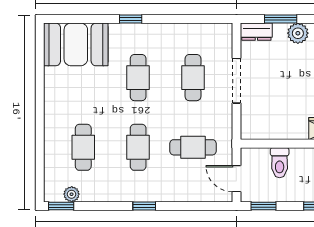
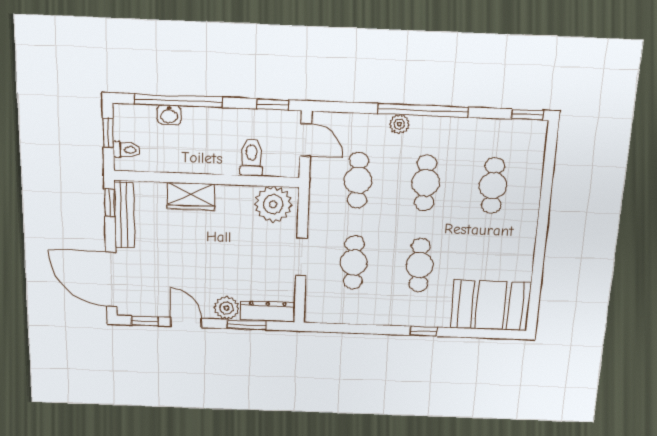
dresser: (256, 32) -> (268, 311), width x1.44
doorway: (236, 81) -> (301, 257), width x0.73
plant: (261, 125) -> (273, 204), added
cafe table: (193, 147) -> (358, 180), turned 90
plant: (72, 194) -> (399, 124), moved
window: (144, 206) -> (423, 110), width x3.17

